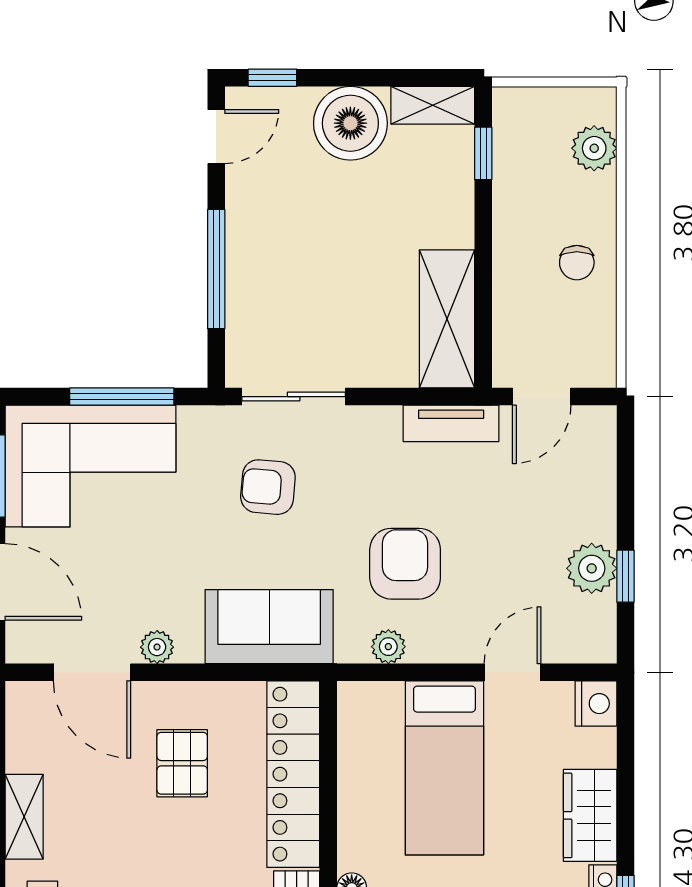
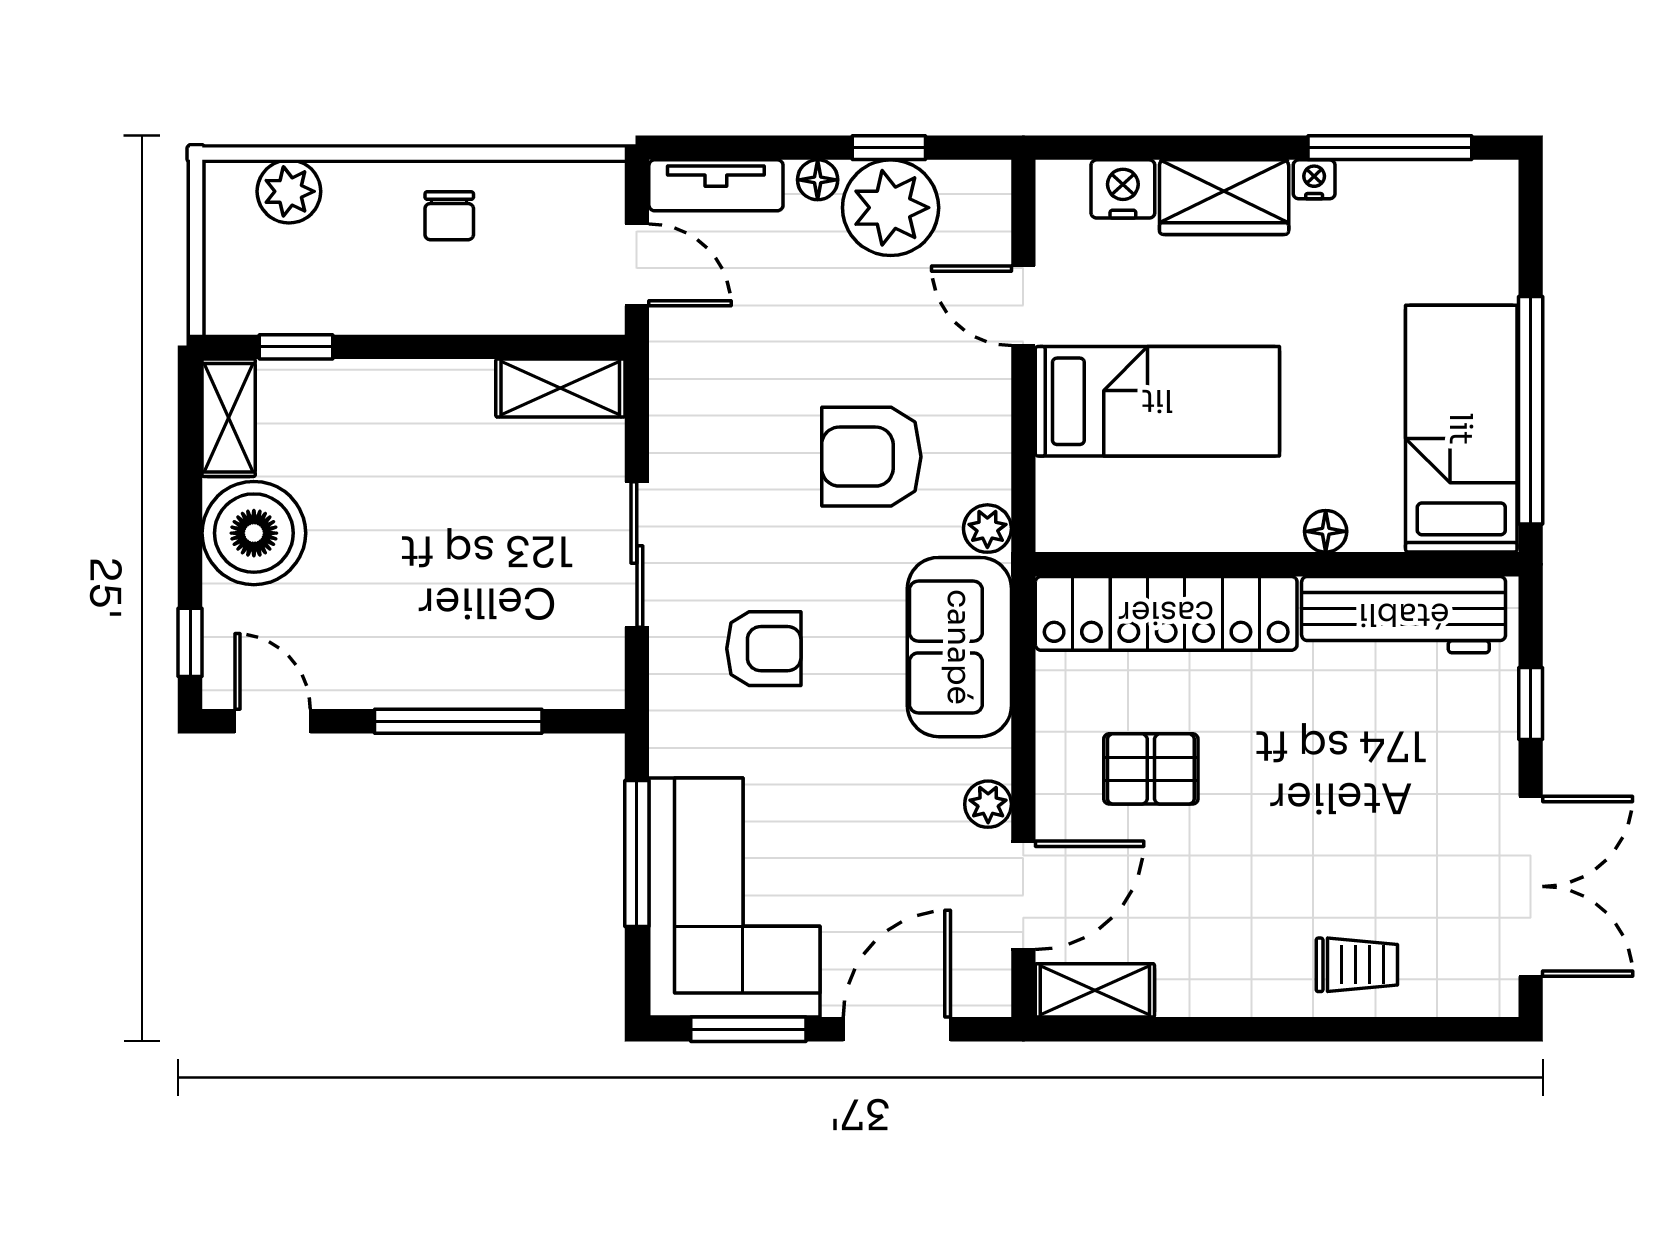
chair: (577, 263) -> (449, 216), turned 90
shelving: (447, 319) -> (560, 388), width x0.67, depth x0.75
sliding door: (294, 397) -> (637, 554), moved
tv unit: (451, 423) -> (716, 185), moved, turned 90
armchair: (268, 487) -> (764, 649), turned -95
floor lamp: (602, 525) -> (818, 180), added
plant: (592, 568) -> (891, 208), width x1.36, depth x1.36
plant: (388, 647) -> (987, 529), moved
nightstand: (596, 704) -> (1123, 189), moved
shelving: (24, 817) -> (1095, 990), moved

